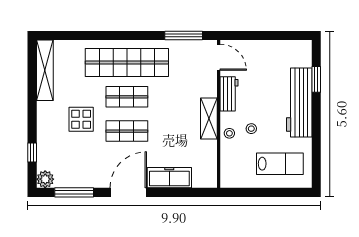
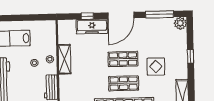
shelving: (209, 119) -> (65, 59), moved
window: (32, 152) -> (190, 56), moved
window: (176, 192) -> (87, 16), added

